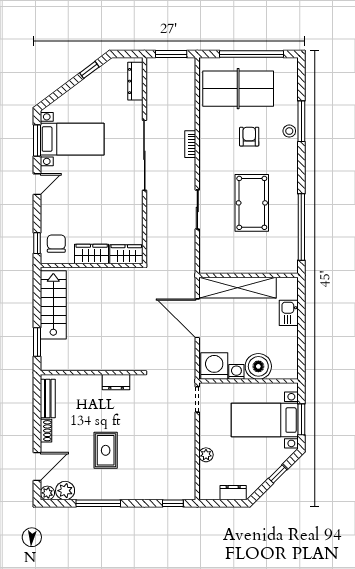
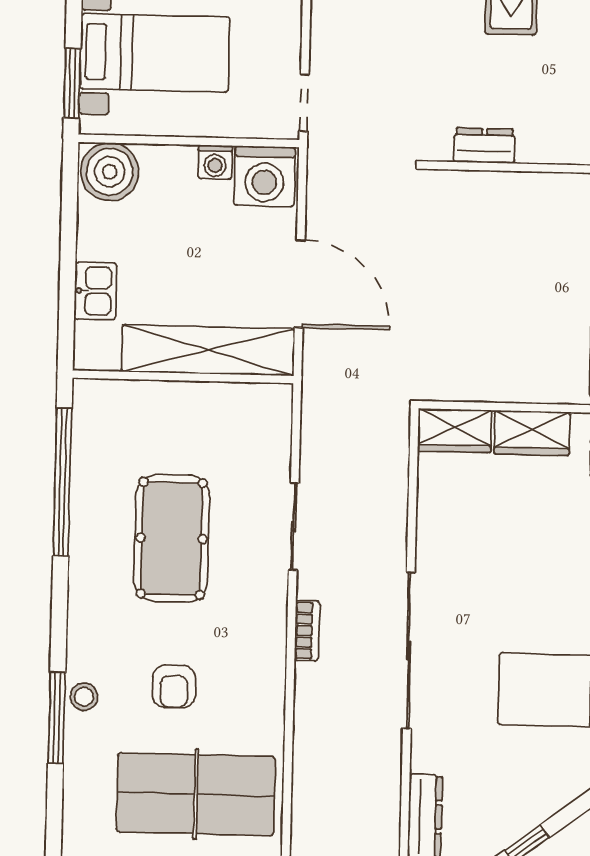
bookcase: (190, 144) -> (307, 631), moved
boiler: (258, 366) -> (110, 172), moved
window: (301, 419) -> (72, 83), moved

